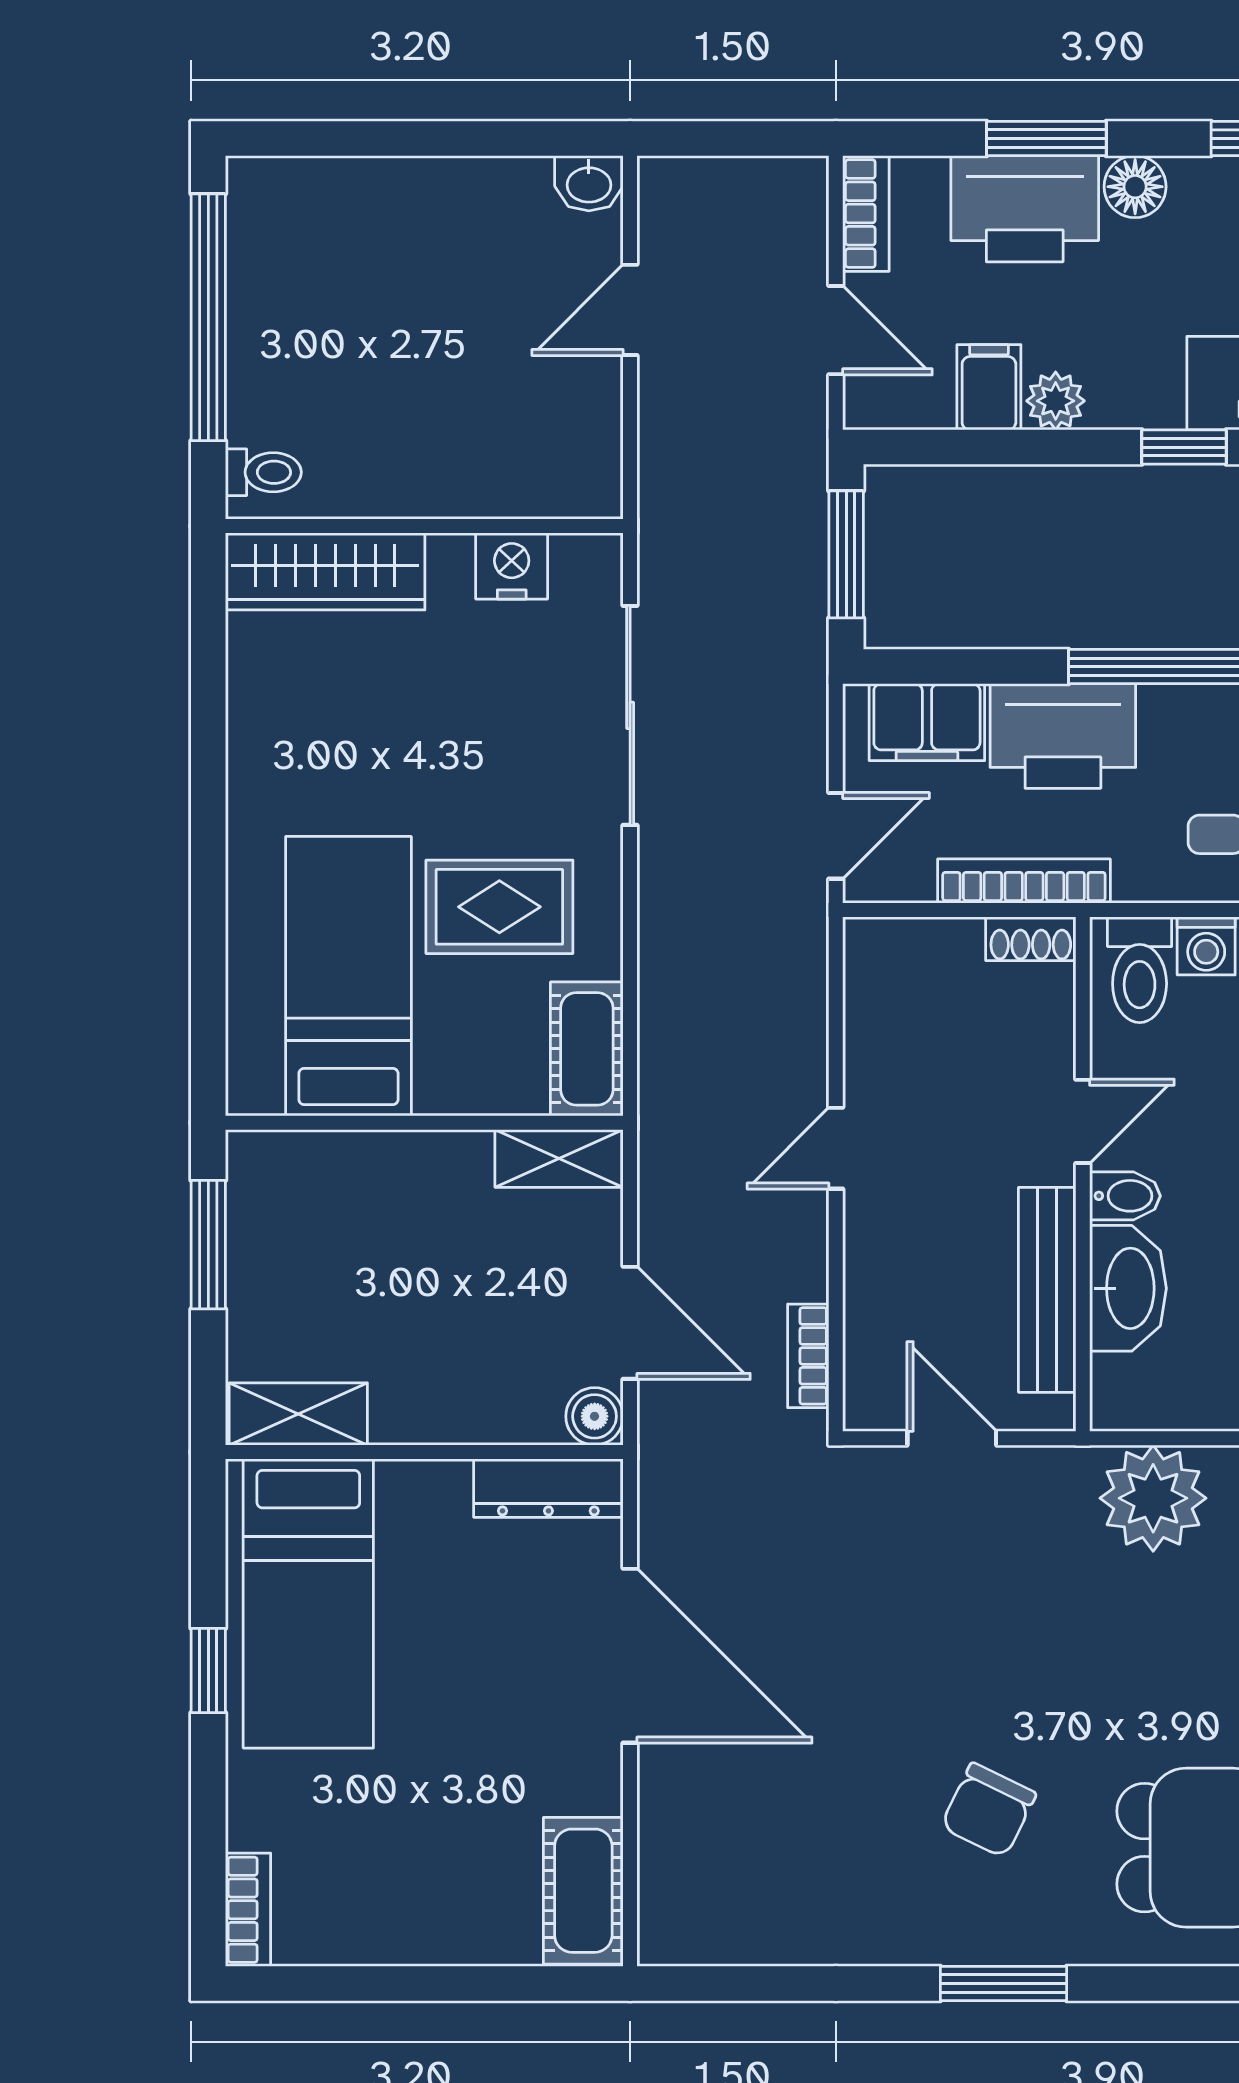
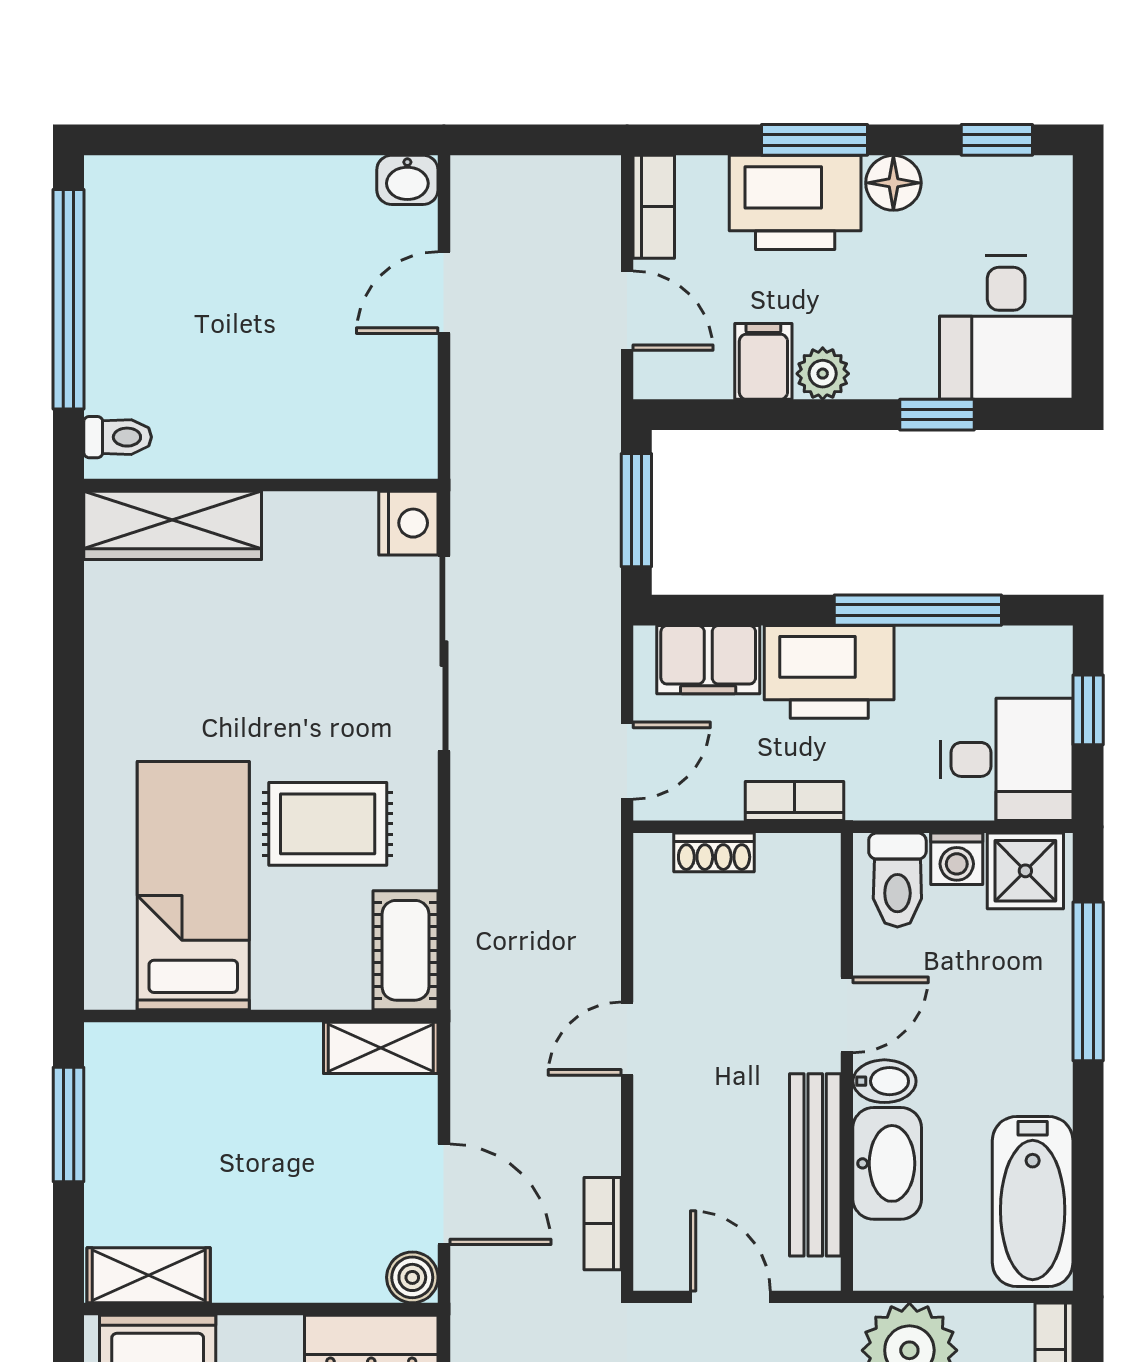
nightstand: (512, 566) -> (408, 523), moved, turned 90
bookcase: (1024, 881) -> (795, 801), width x0.64
shoe rack: (1031, 939) -> (714, 852), moved

